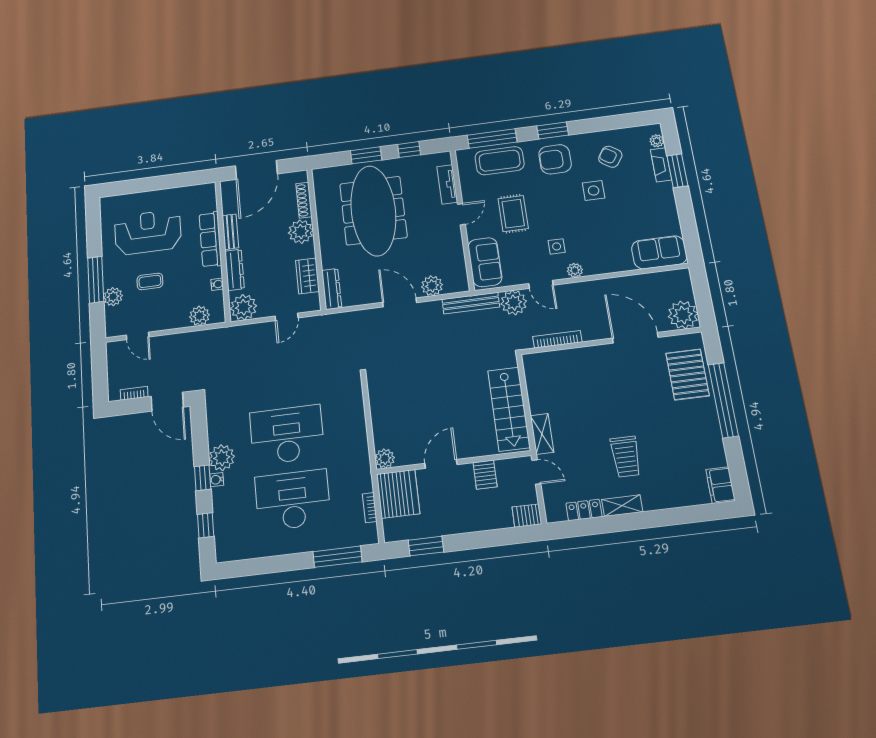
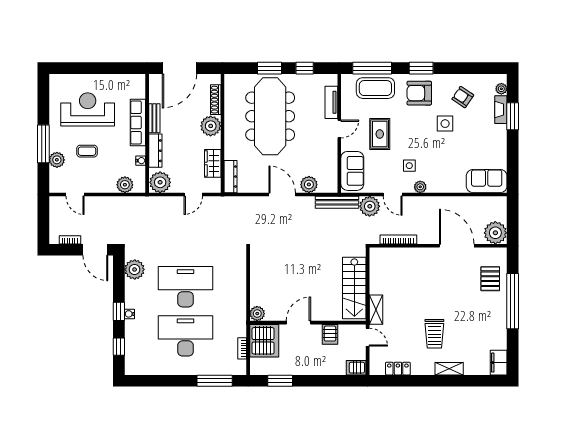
pallet: (687, 374) -> (490, 279), width x0.67, depth x0.71
plant: (222, 458) -> (135, 269), moved
shelving: (622, 506) -> (449, 369), moved

